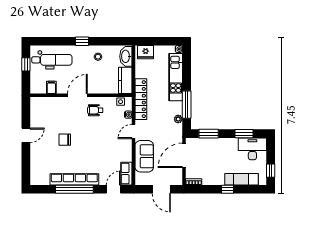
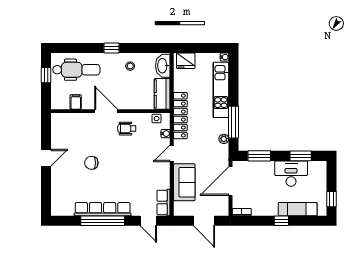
door: (77, 95) -> (106, 111), hinge flipped
desk: (252, 149) -> (291, 174), moved
door: (114, 189) -> (148, 221), swing flipped

